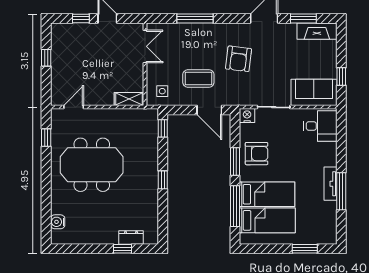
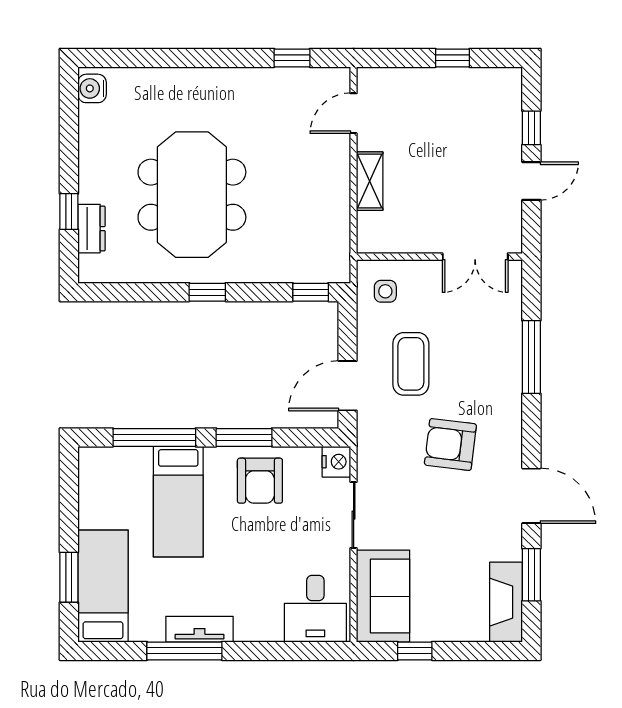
shelving: (129, 99) -> (370, 181), moved
door: (74, 107) -> (354, 113), swing flipped
meeting table: (92, 165) -> (192, 195), moved
bed: (267, 220) -> (103, 586), moved, turned 180
water cooler: (58, 222) -> (92, 88), moved, turned -90

